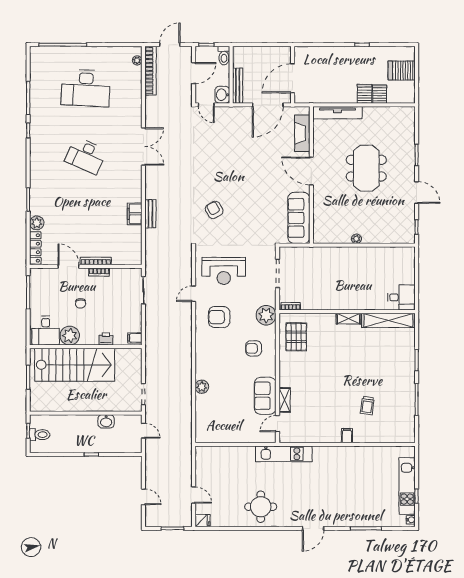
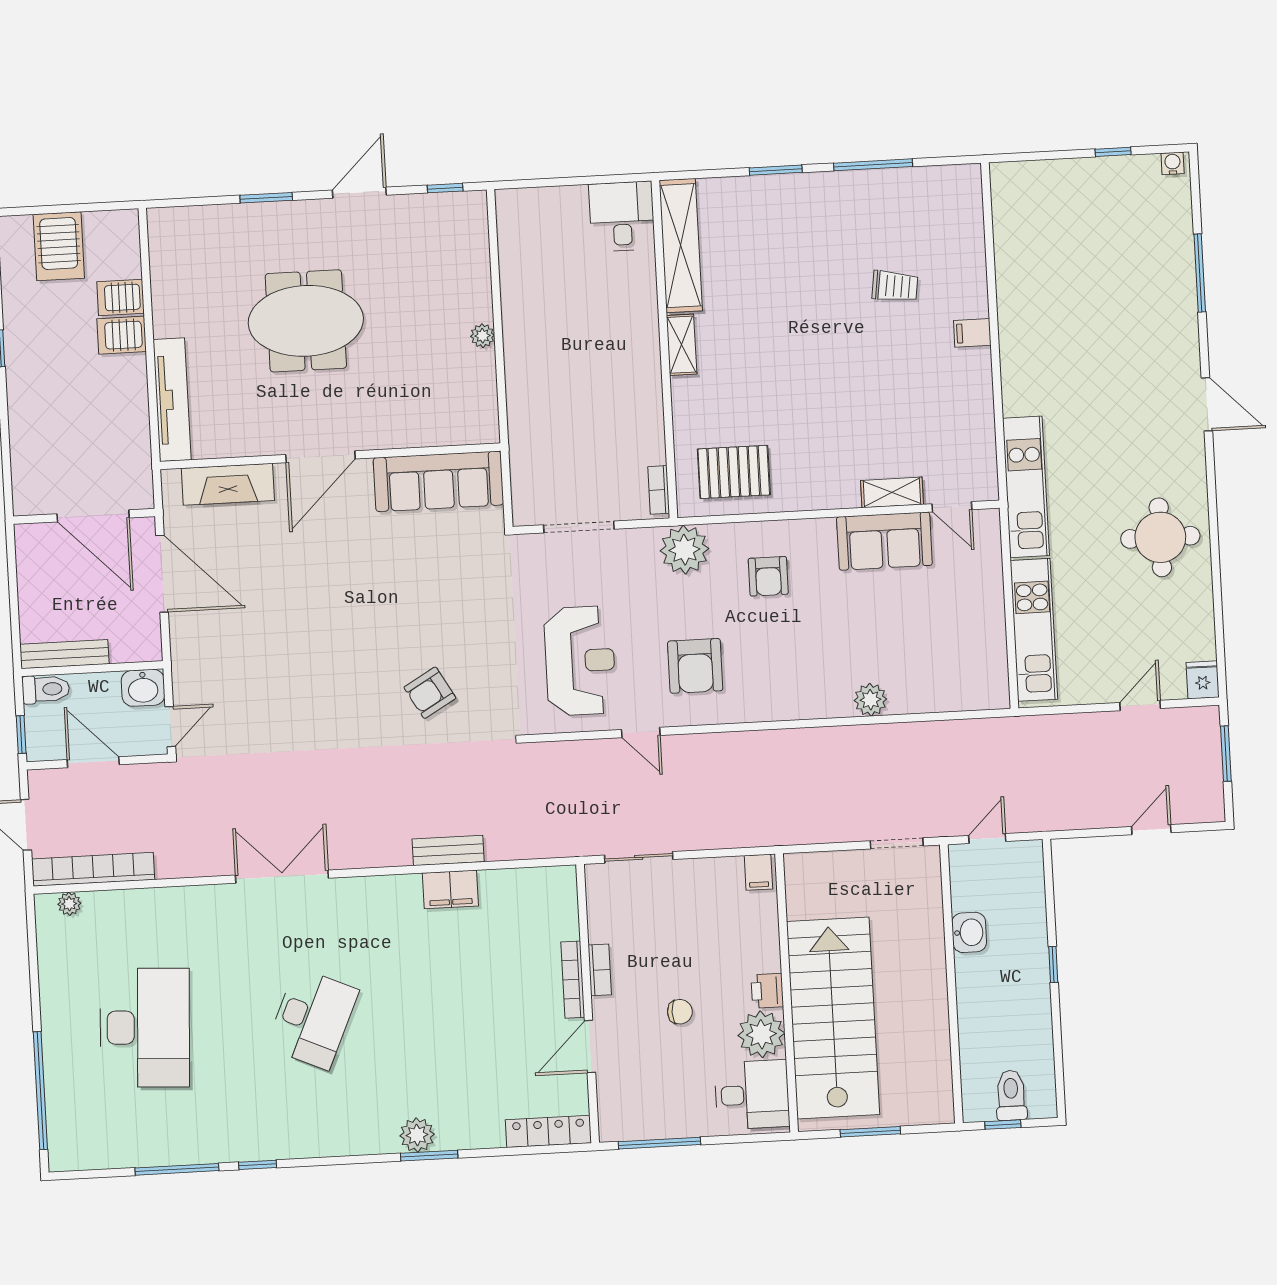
bench: (238, 86) -> (64, 654), moved
plant: (37, 223) -> (417, 1135), moved
printer: (106, 339) -> (767, 991), moved
kitchen unit: (407, 486) -> (1034, 630), moved, turned -90

